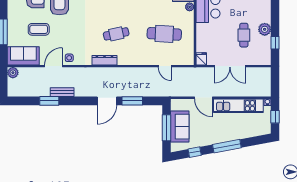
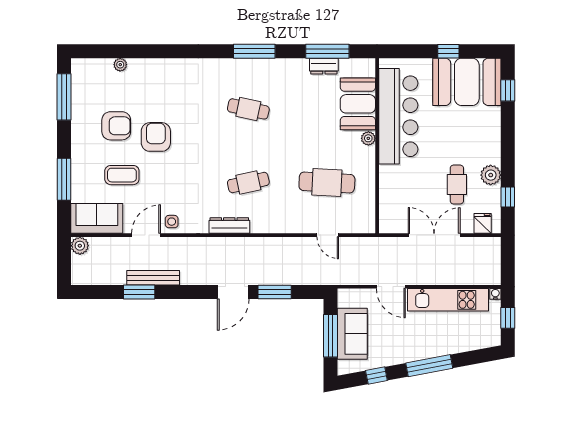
fridge: (201, 59) -> (483, 223), moved
double door: (230, 66) -> (434, 235), swing flipped
bench: (62, 92) -> (153, 278), width x1.36

